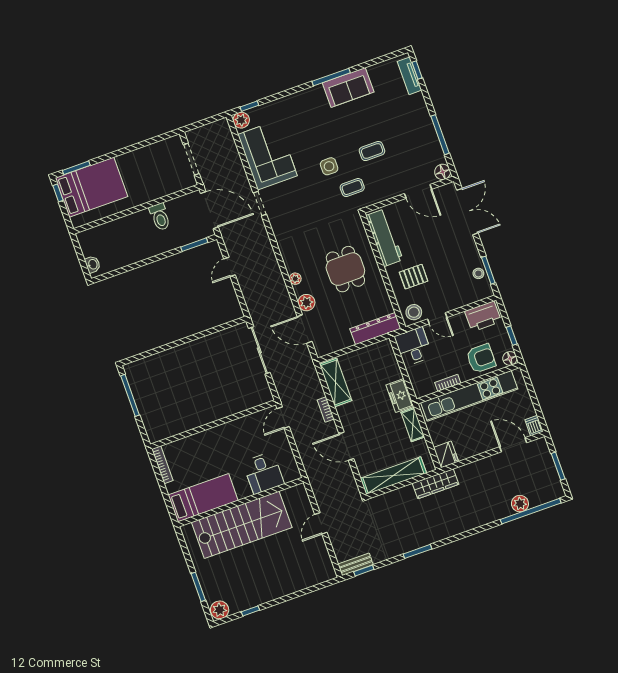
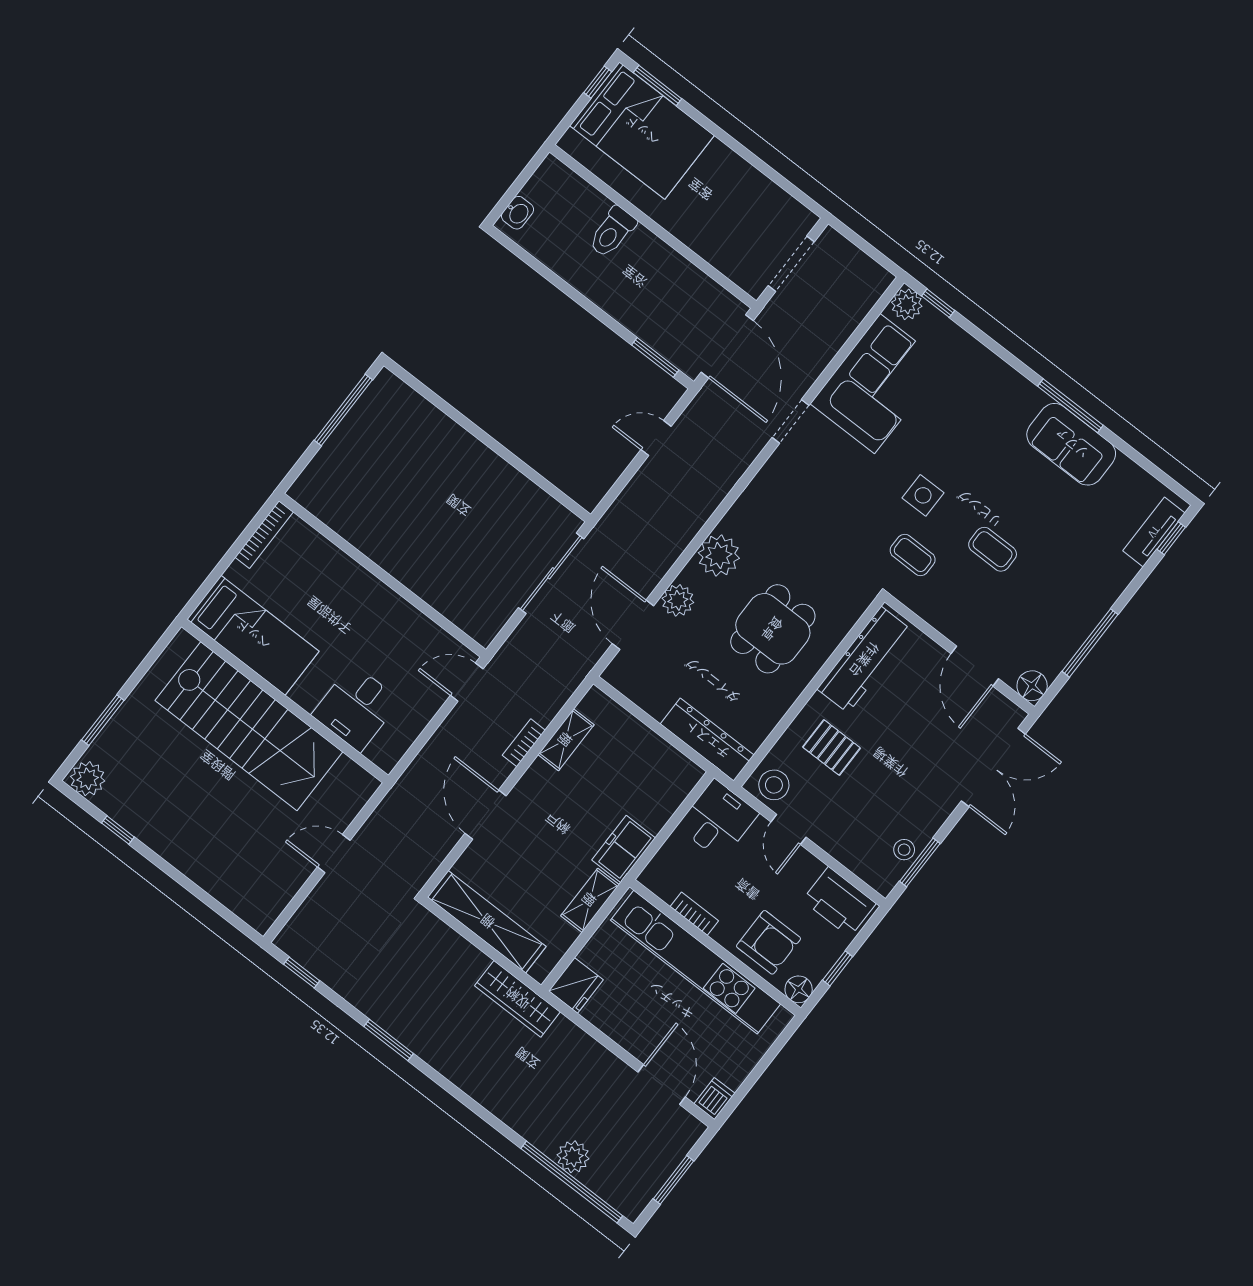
toilet: (160, 217) -> (612, 232), moved
plant: (295, 279) -> (719, 555), width x1.88, depth x1.88
shelving: (336, 382) -> (566, 740), width x0.67, depth x0.75
bench: (356, 564) -> (303, 953), removed

